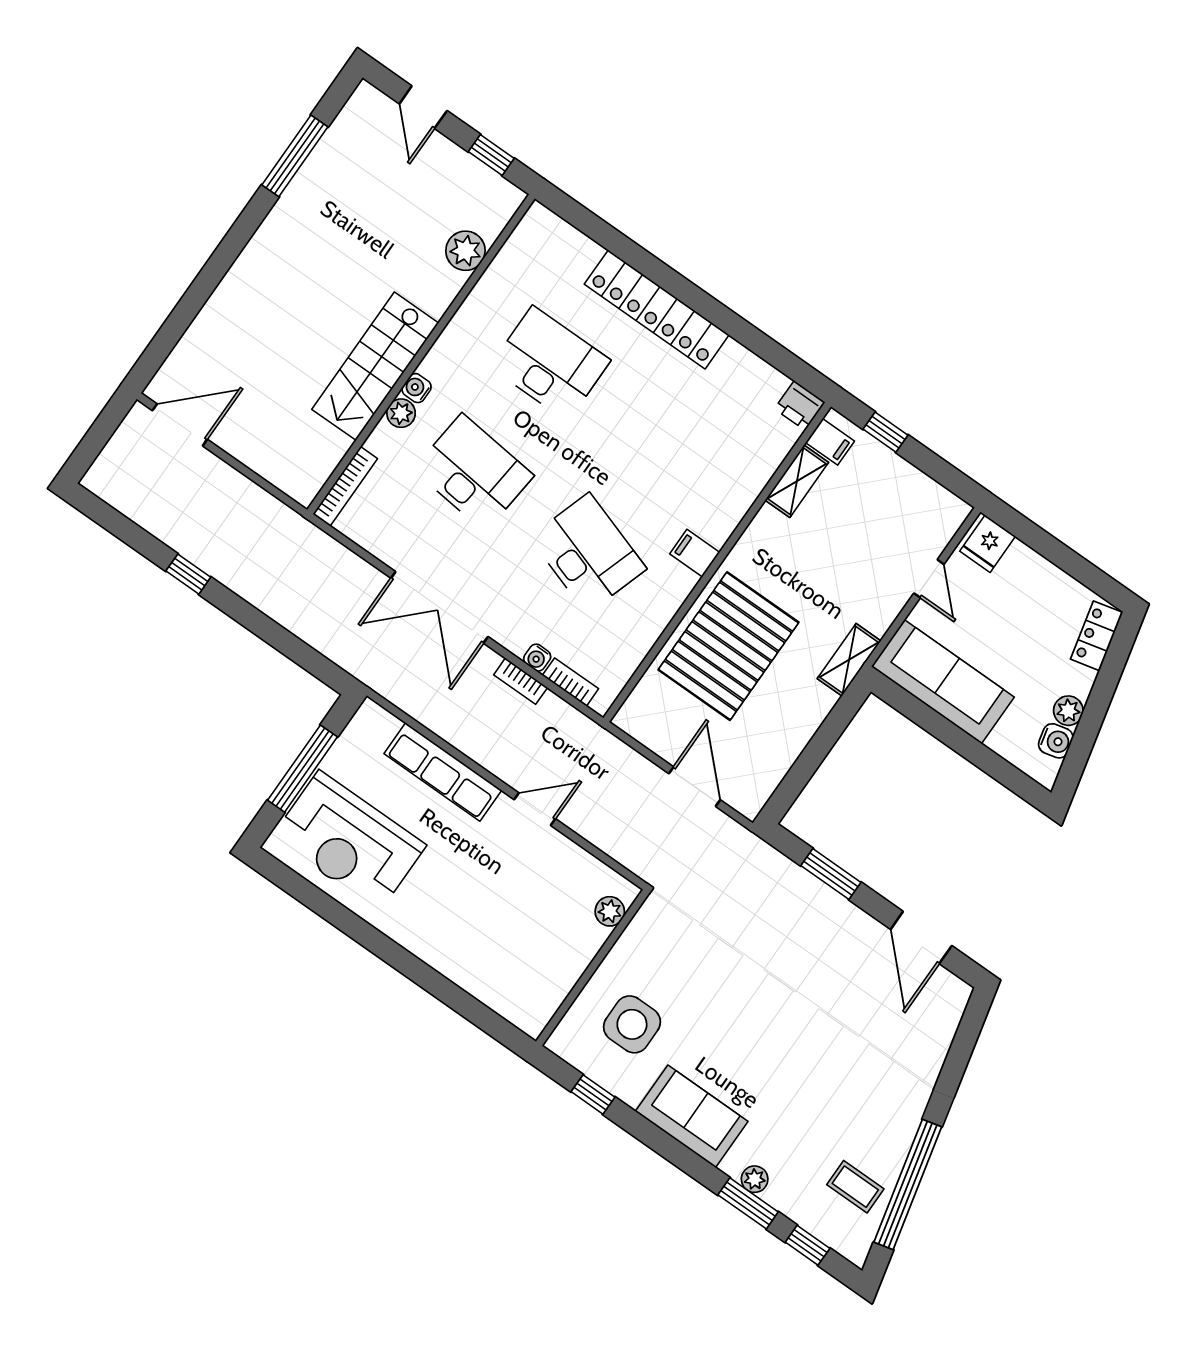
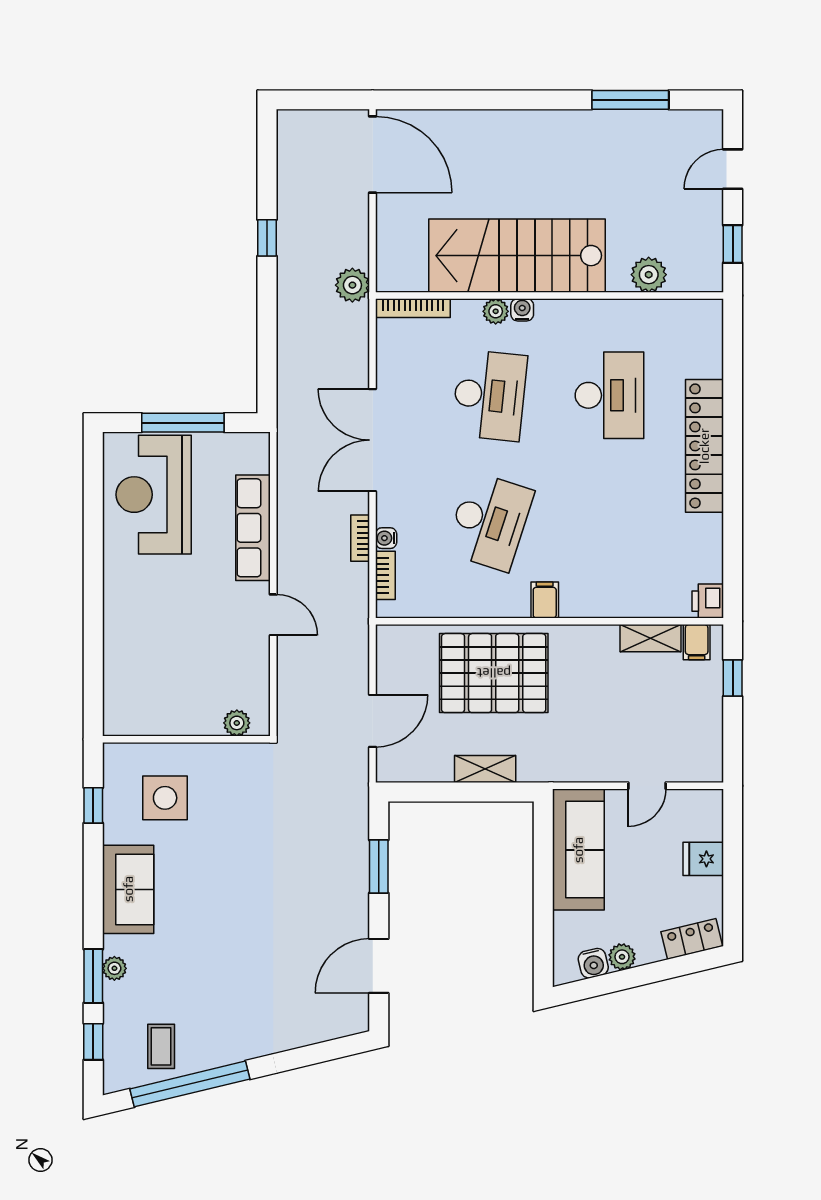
stairs: (375, 366) -> (517, 256), width x1.36, depth x1.51
door: (180, 425) -> (373, 154), width x1.36
plant: (286, 527) -> (352, 285), added
fridge: (988, 544) -> (703, 859), moved
shelving: (849, 660) -> (485, 769), moved

